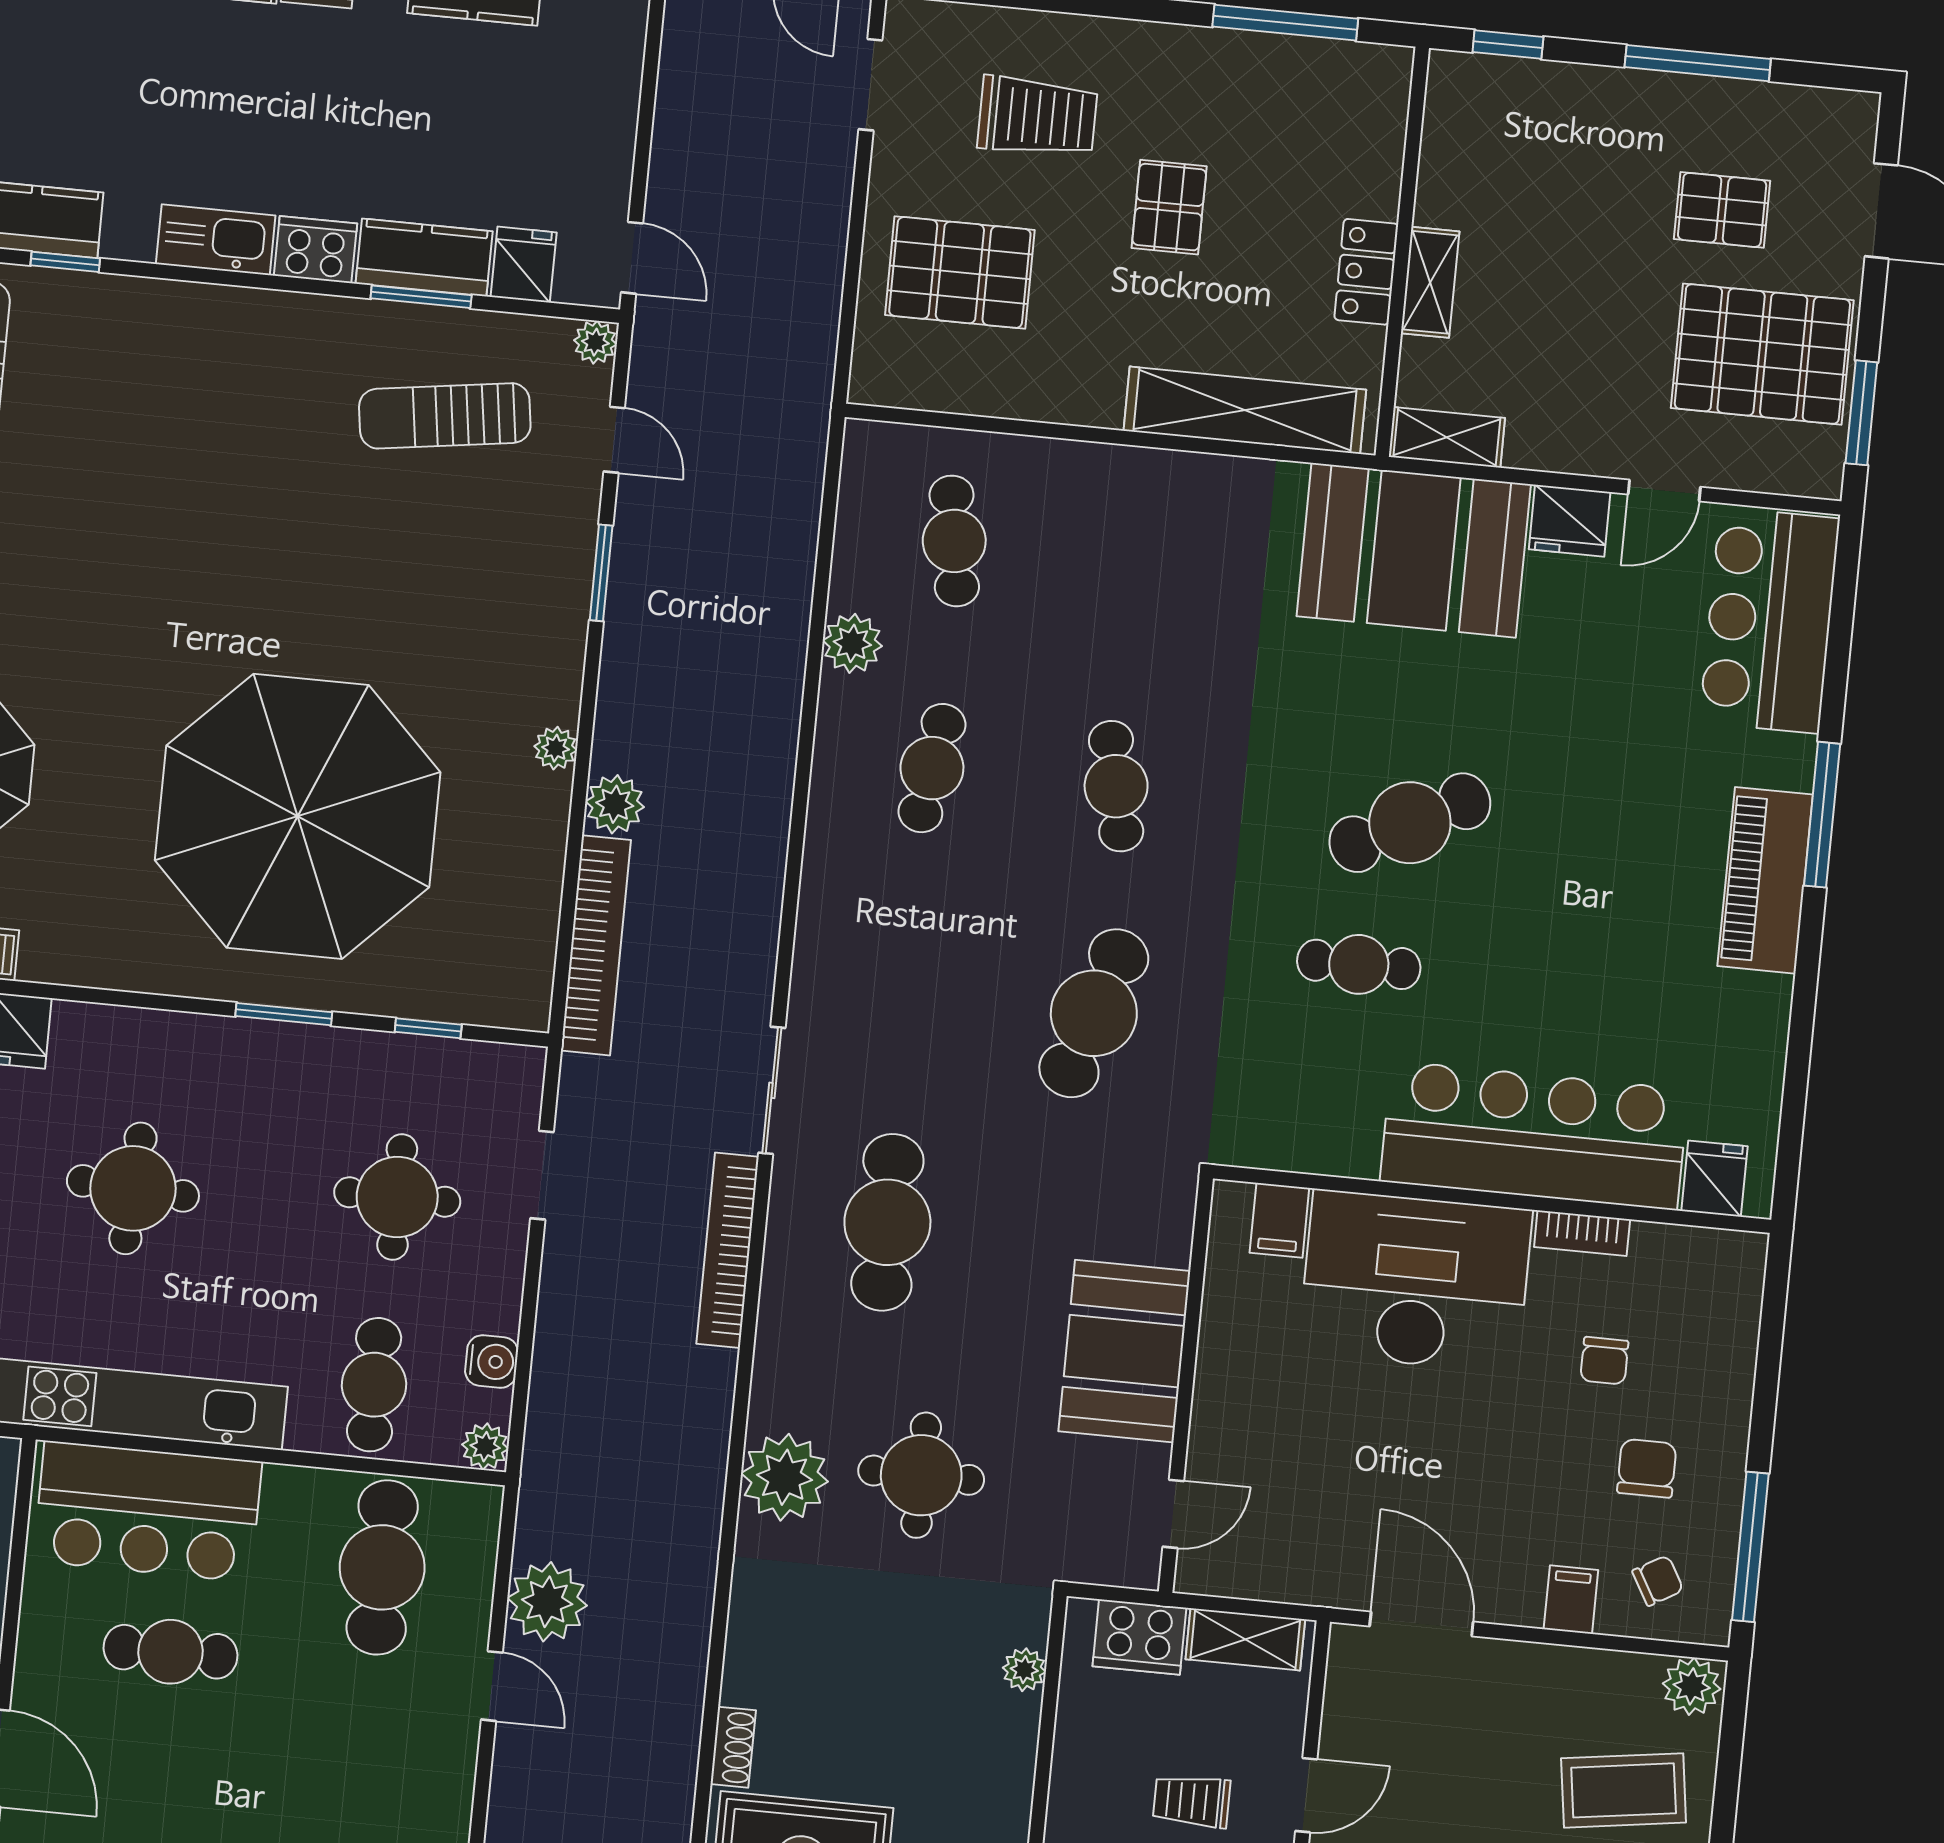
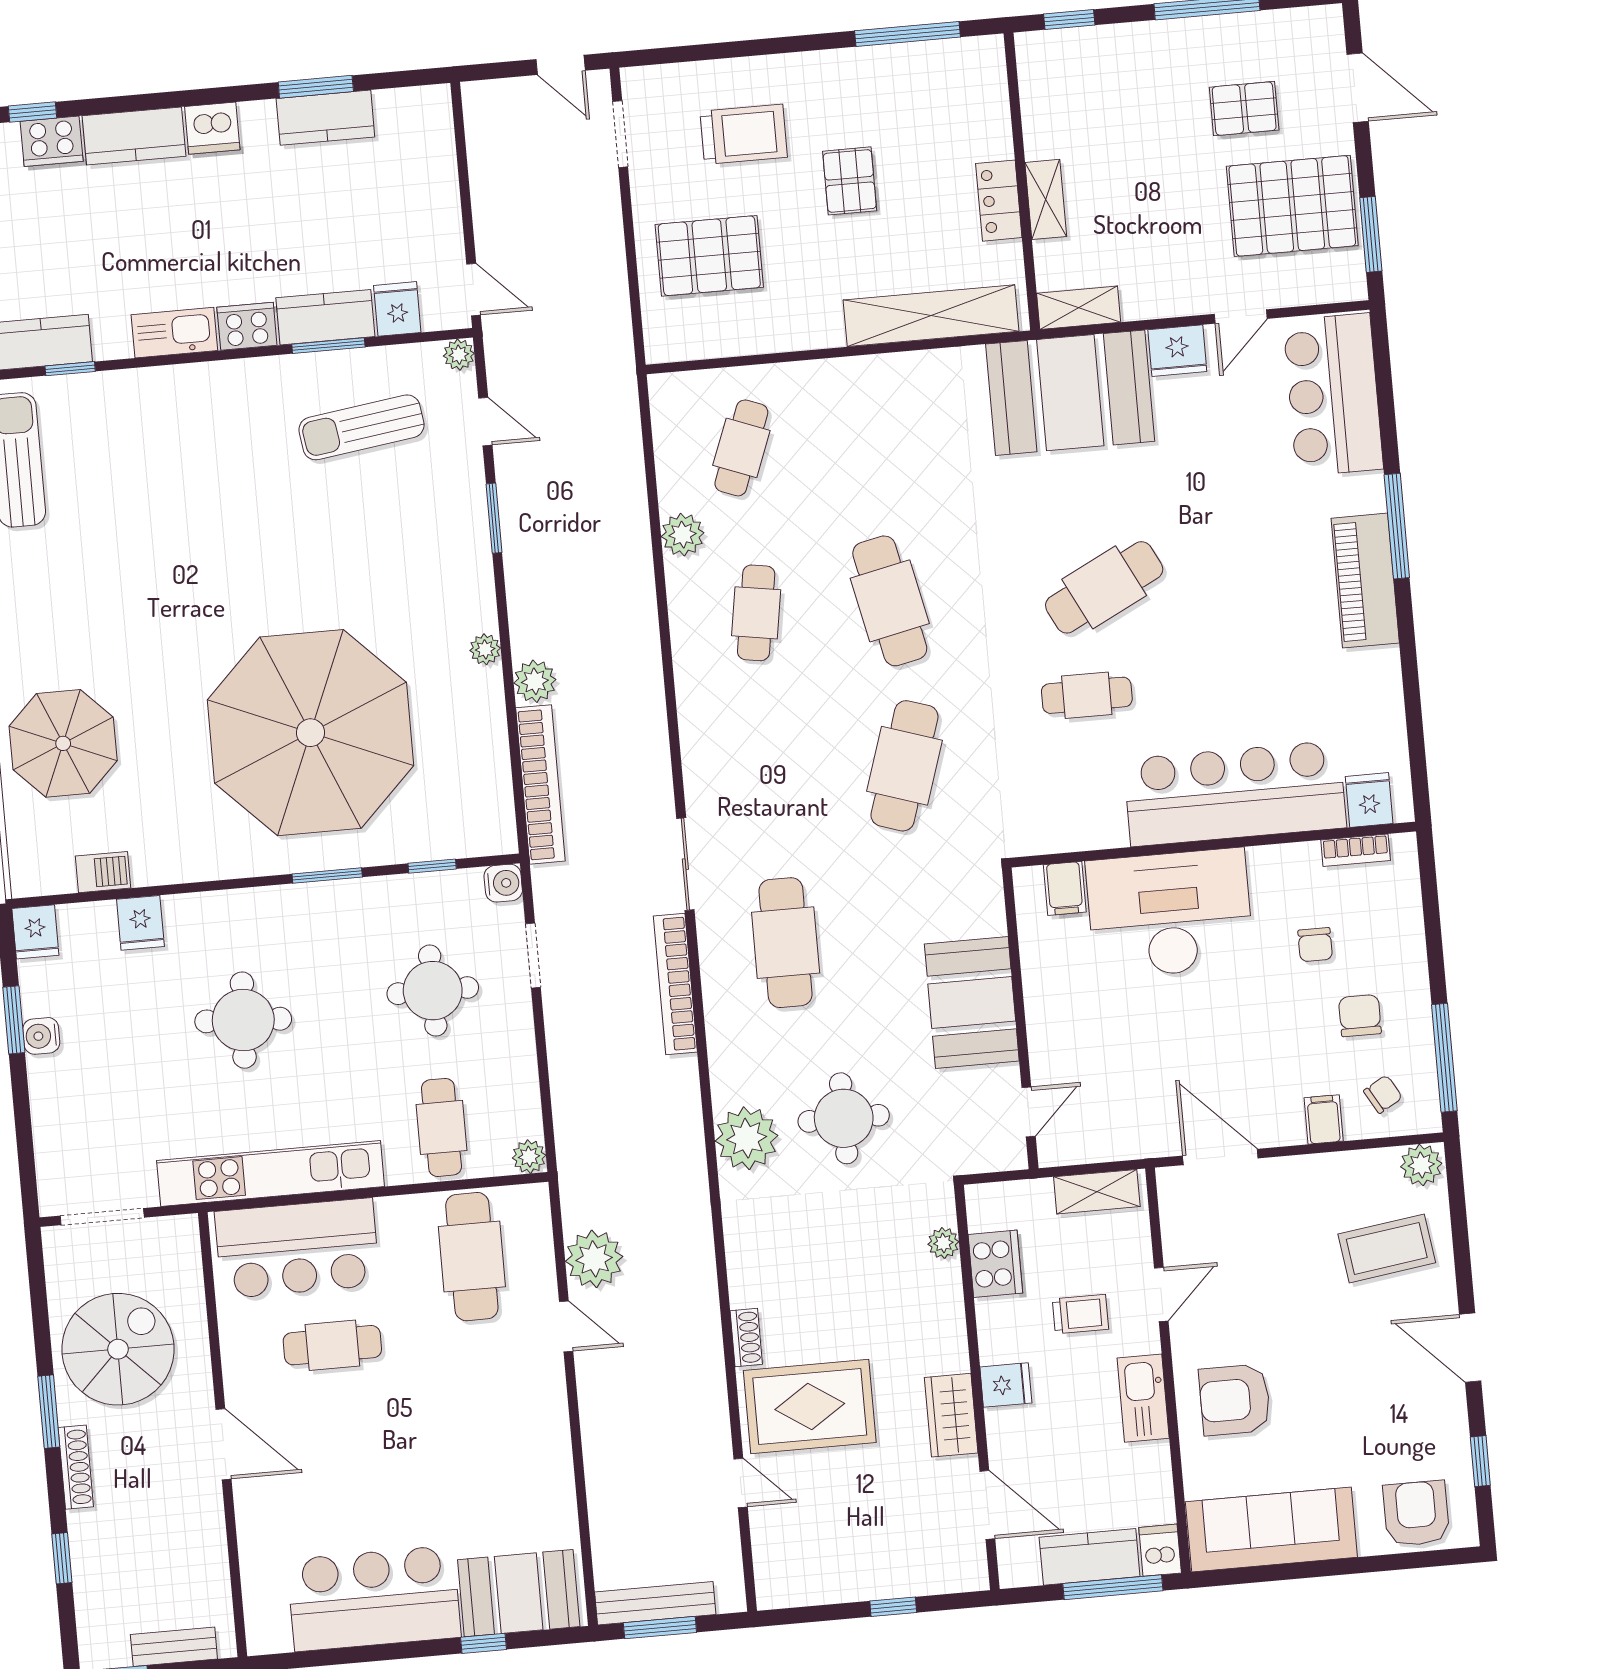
cafe table: (954, 541) -> (741, 448), turned 30
cafe table: (1116, 786) -> (890, 601), width x1.37, depth x1.35
bookcase: (1582, 1233) -> (1356, 850), moved
water cooler: (492, 1362) -> (503, 883), moved
cooker: (1139, 1637) -> (995, 1264), moved, turned -90
trolley: (1192, 1801) -> (1080, 1314), turned 180

